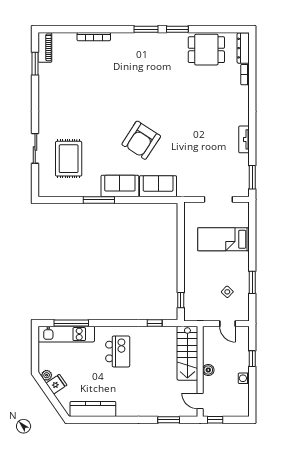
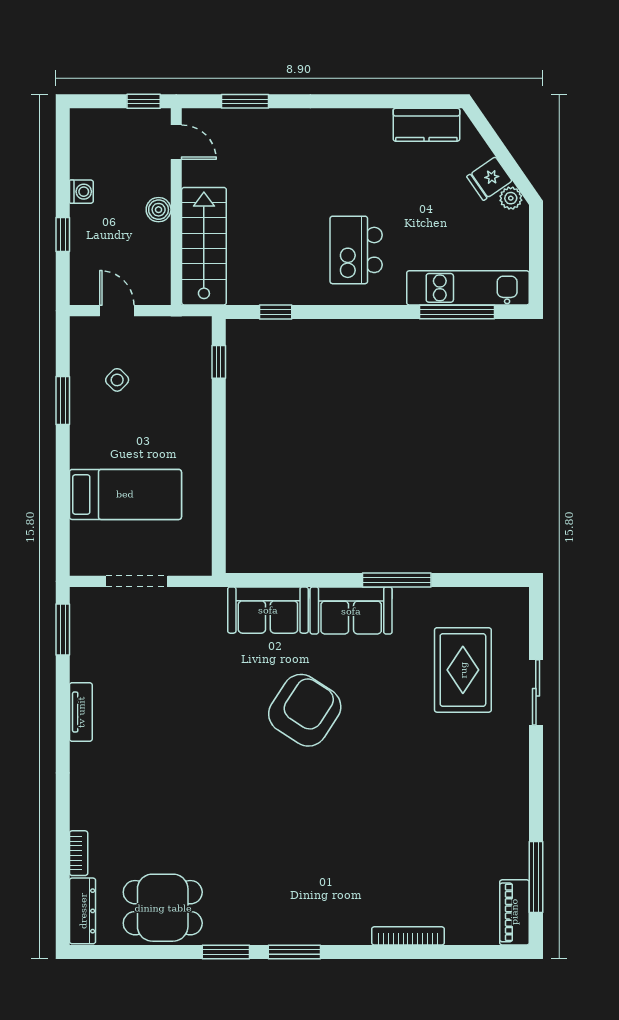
window: (35, 64) -> (536, 877), width x1.44
kitchen counter: (93, 409) -> (426, 125), width x0.67

